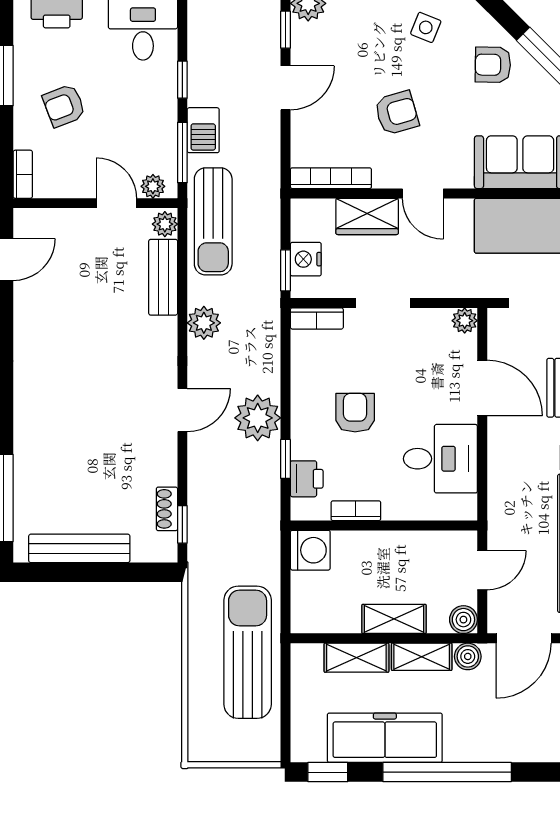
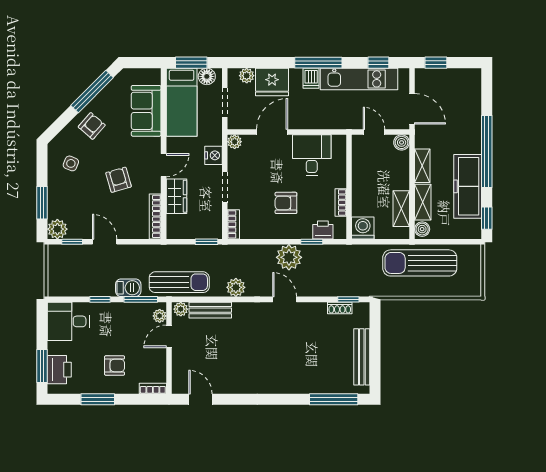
armchair: (493, 65) -> (92, 126), turned -140
armchair: (64, 106) -> (115, 366), turned -69
nightstand: (306, 259) -> (213, 155), moved, turned -90
shelving: (394, 619) -> (401, 209), moved
boiler: (468, 656) -> (422, 229), moved

